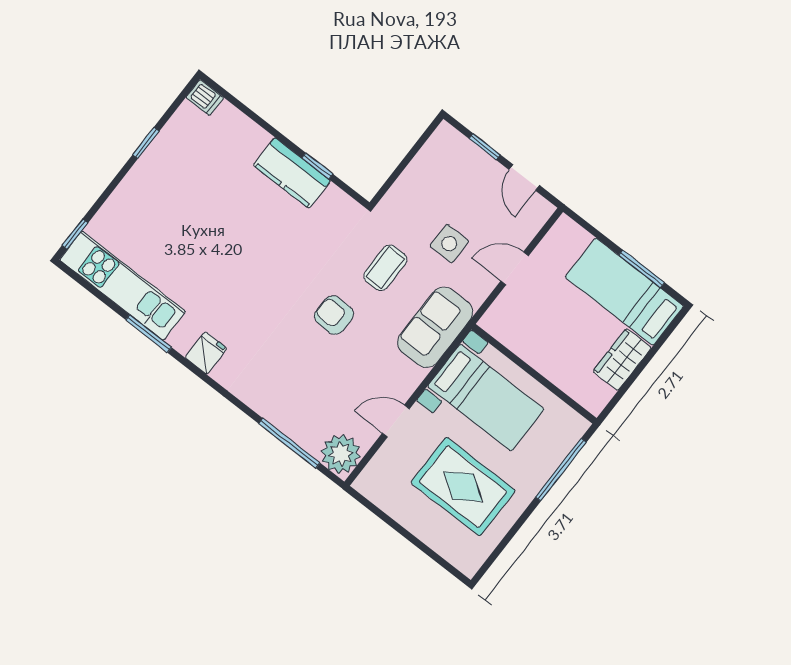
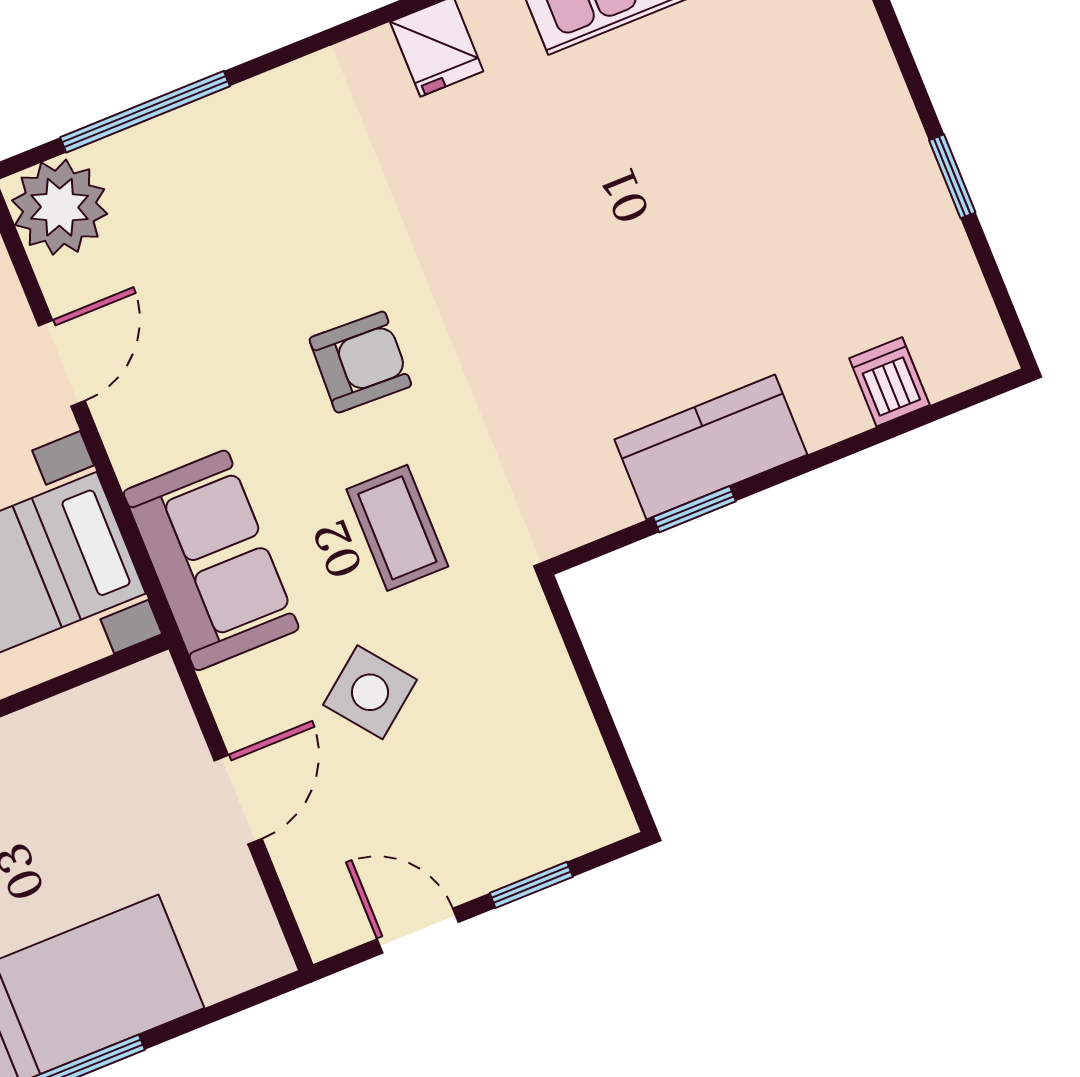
dishwasher: (205, 98) -> (889, 382), moved, turned 90
side table: (449, 244) -> (370, 692), turned -38

